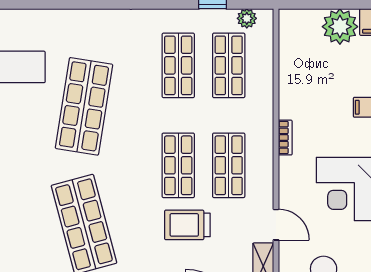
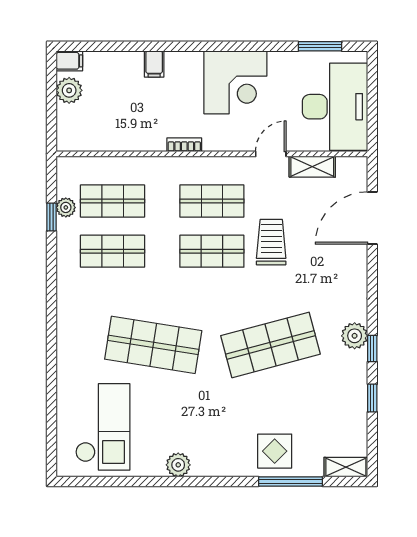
plant: (247, 18) -> (66, 207), moved
plant: (340, 27) -> (69, 90), width x0.73, depth x0.73
trolley: (187, 225) -> (271, 242), turned 180

